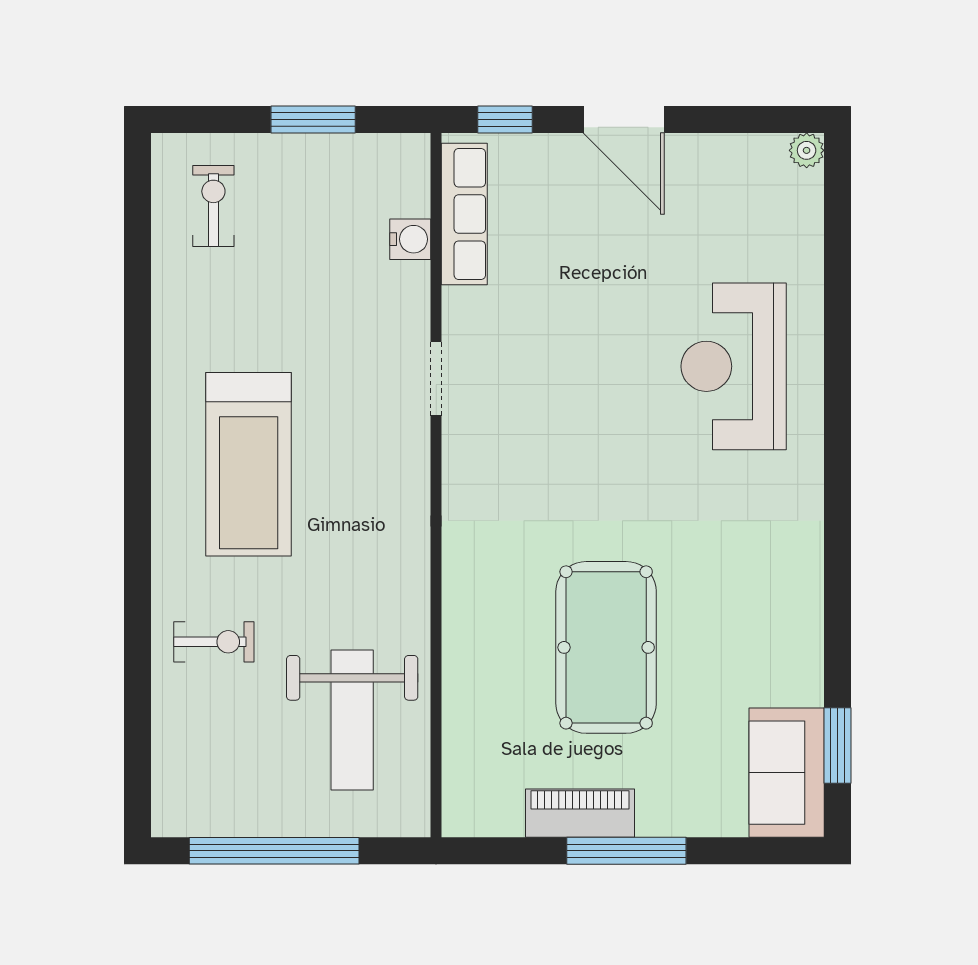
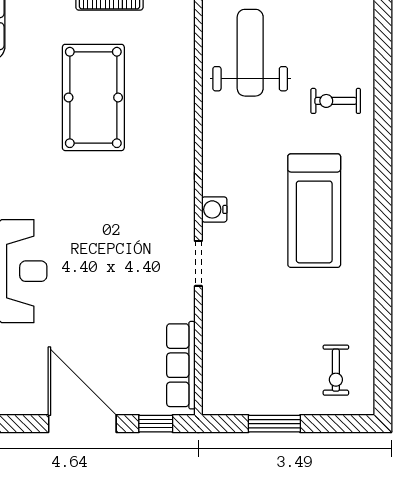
door: (624, 119) -> (82, 424), width x1.36
water cooler: (410, 239) -> (214, 209), moved
treadmill: (249, 464) -> (314, 211), turned 180

